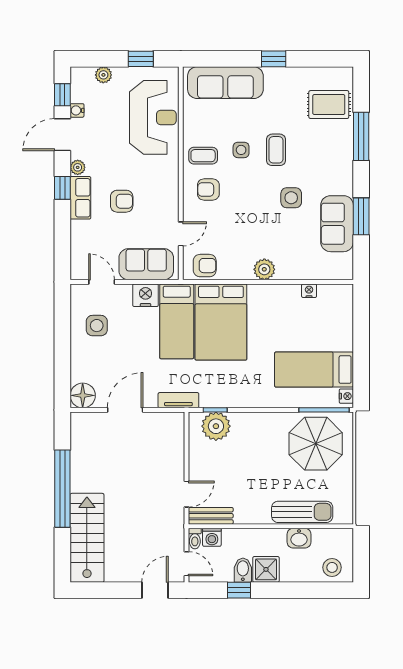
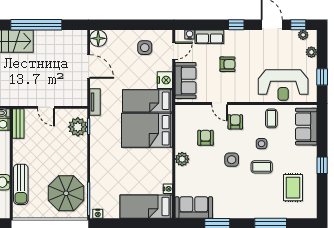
sofa: (225, 83) -> (306, 127), width x0.73
rug: (329, 105) -> (293, 188), moved
water cooler: (77, 110) -> (190, 35), moved
coffee table: (203, 156) -> (271, 118), moved
plant: (78, 167) -> (303, 35), moved
row of seats: (80, 198) -> (209, 37), moved
side table: (291, 198) -> (232, 160), moved
armchair: (122, 201) -> (227, 64), turned -90
sofa: (337, 224) -> (194, 207), moved
door: (181, 234) -> (220, 103), moved
armchair: (205, 266) -> (205, 138), moved, turned 180
bed: (314, 370) -> (146, 207), moved, turned -90
door: (187, 494) -> (46, 107), moved

